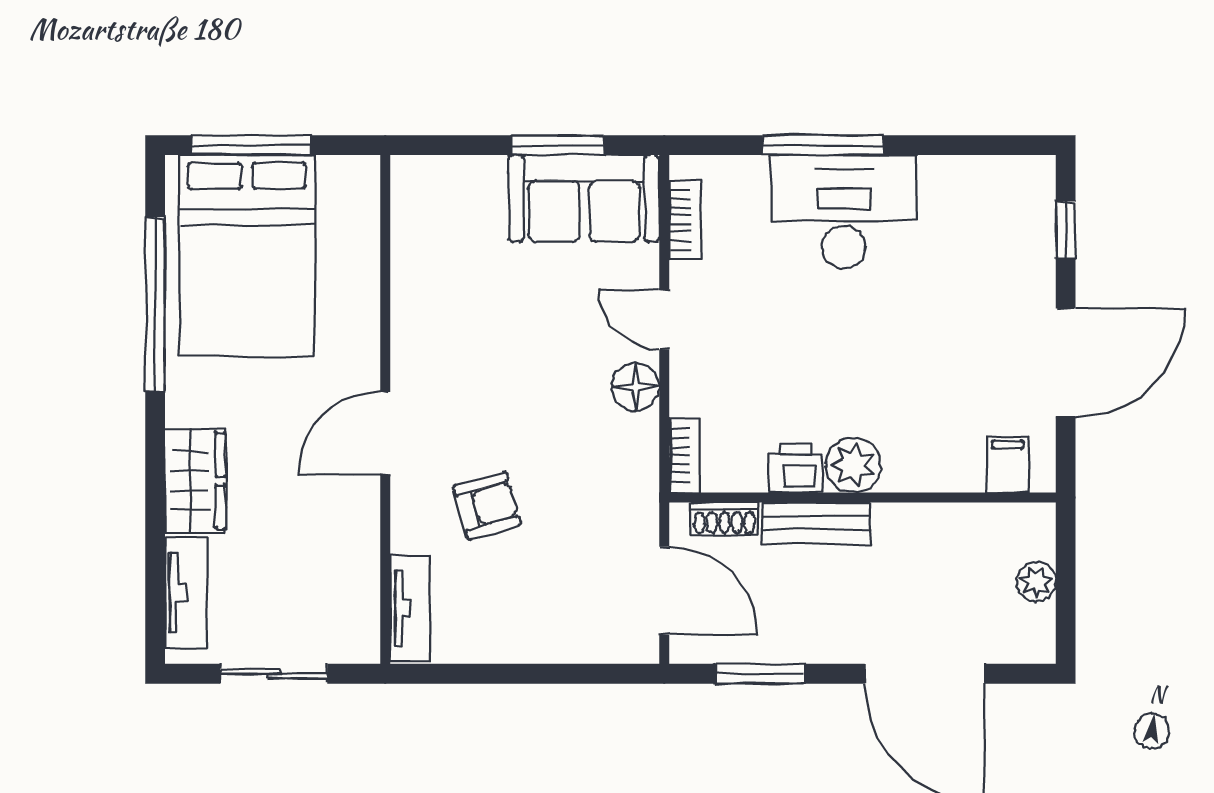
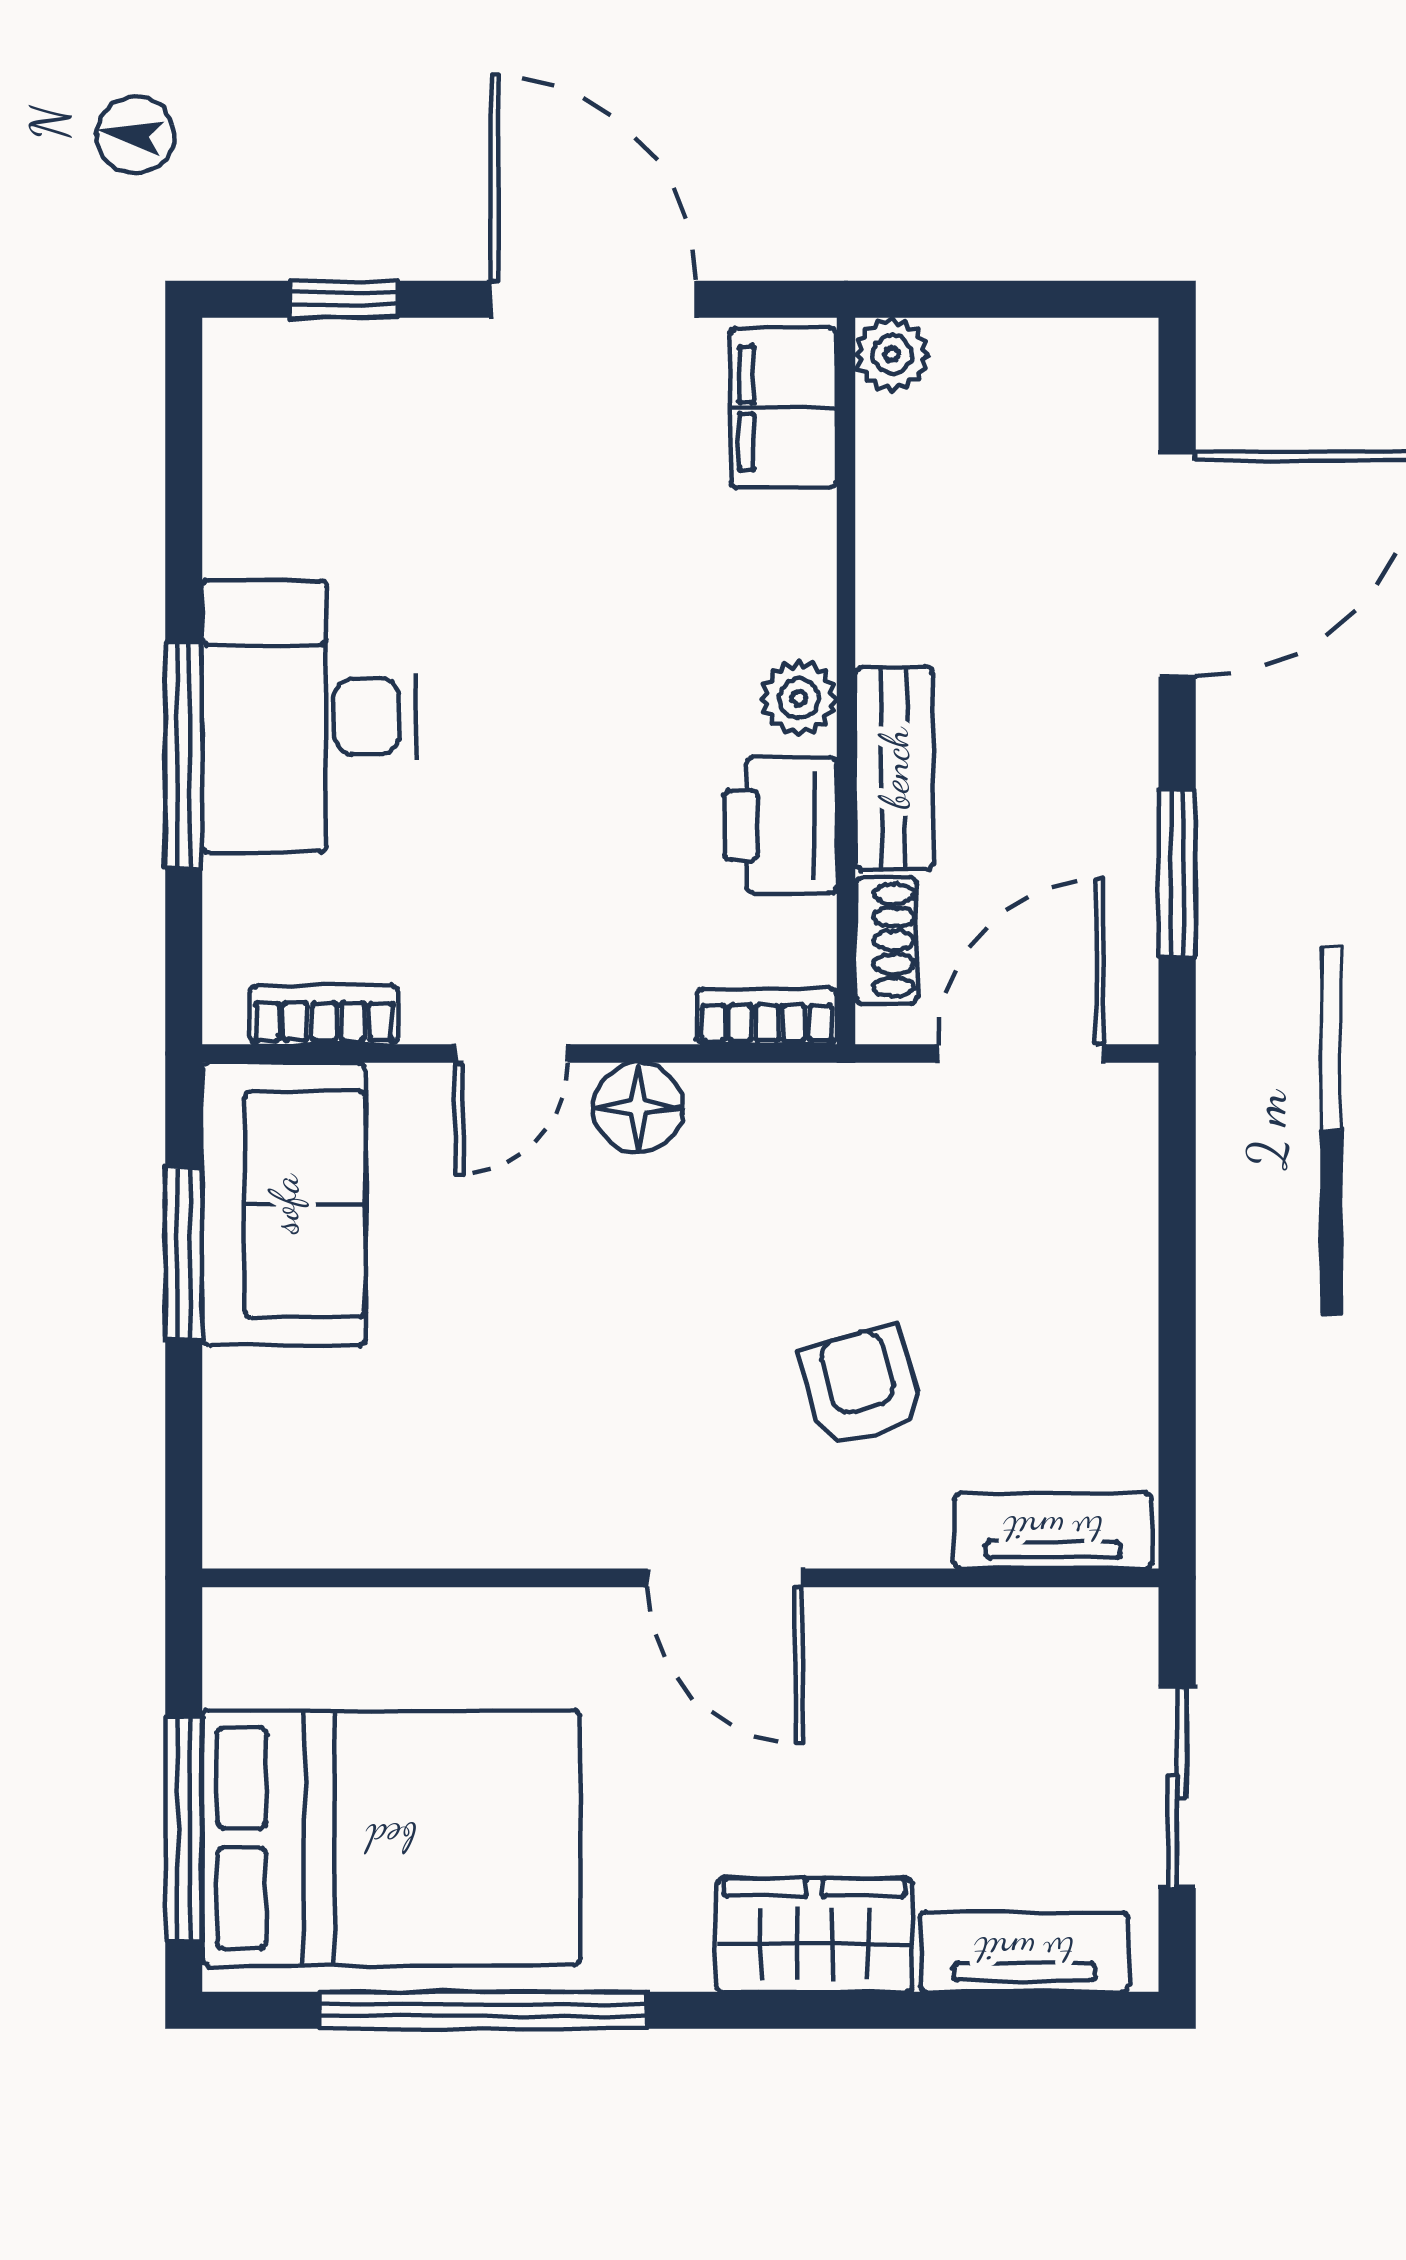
filing cabinet: (1008, 464) -> (784, 408), width x2.00
plant: (853, 465) -> (799, 698), width x0.73, depth x0.73
printer: (795, 468) -> (781, 825), width x1.36, depth x1.24
plant: (1036, 582) -> (892, 355), moved

